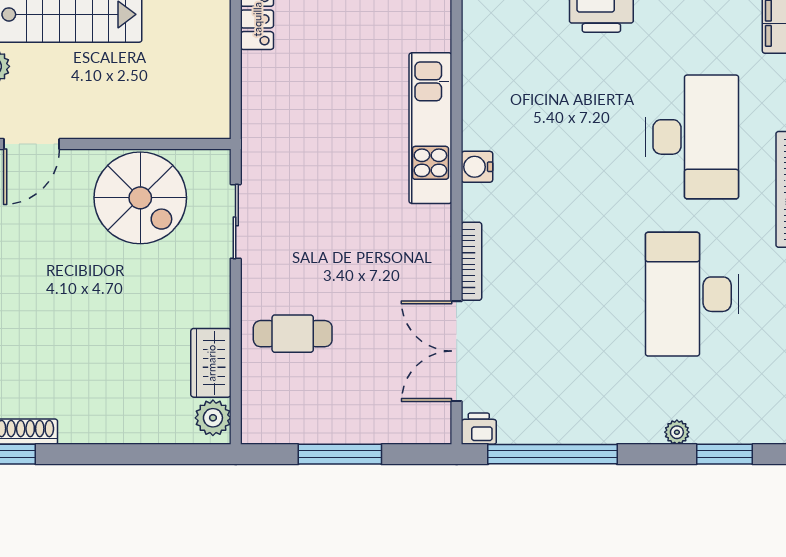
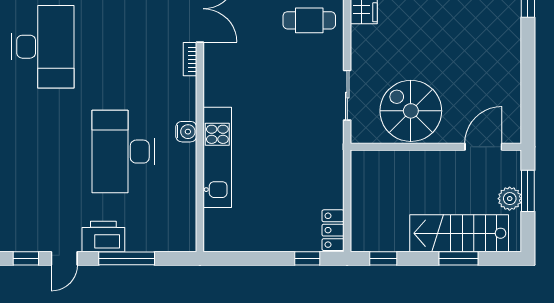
desk: (692, 137) -> (123, 152), moved
bookcase: (471, 261) -> (190, 59), width x0.64

